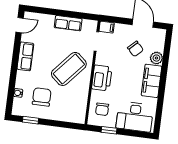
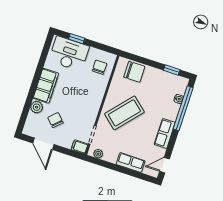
row of seats: (68, 23) -> (131, 163), moved
plant: (87, 24) -> (98, 154), added
printer: (102, 78) -> (94, 98), removed
window: (12, 85) -> (183, 108), added
chair: (42, 97) -> (134, 72), moved, turned -90
window: (109, 130) -> (77, 39), moved

